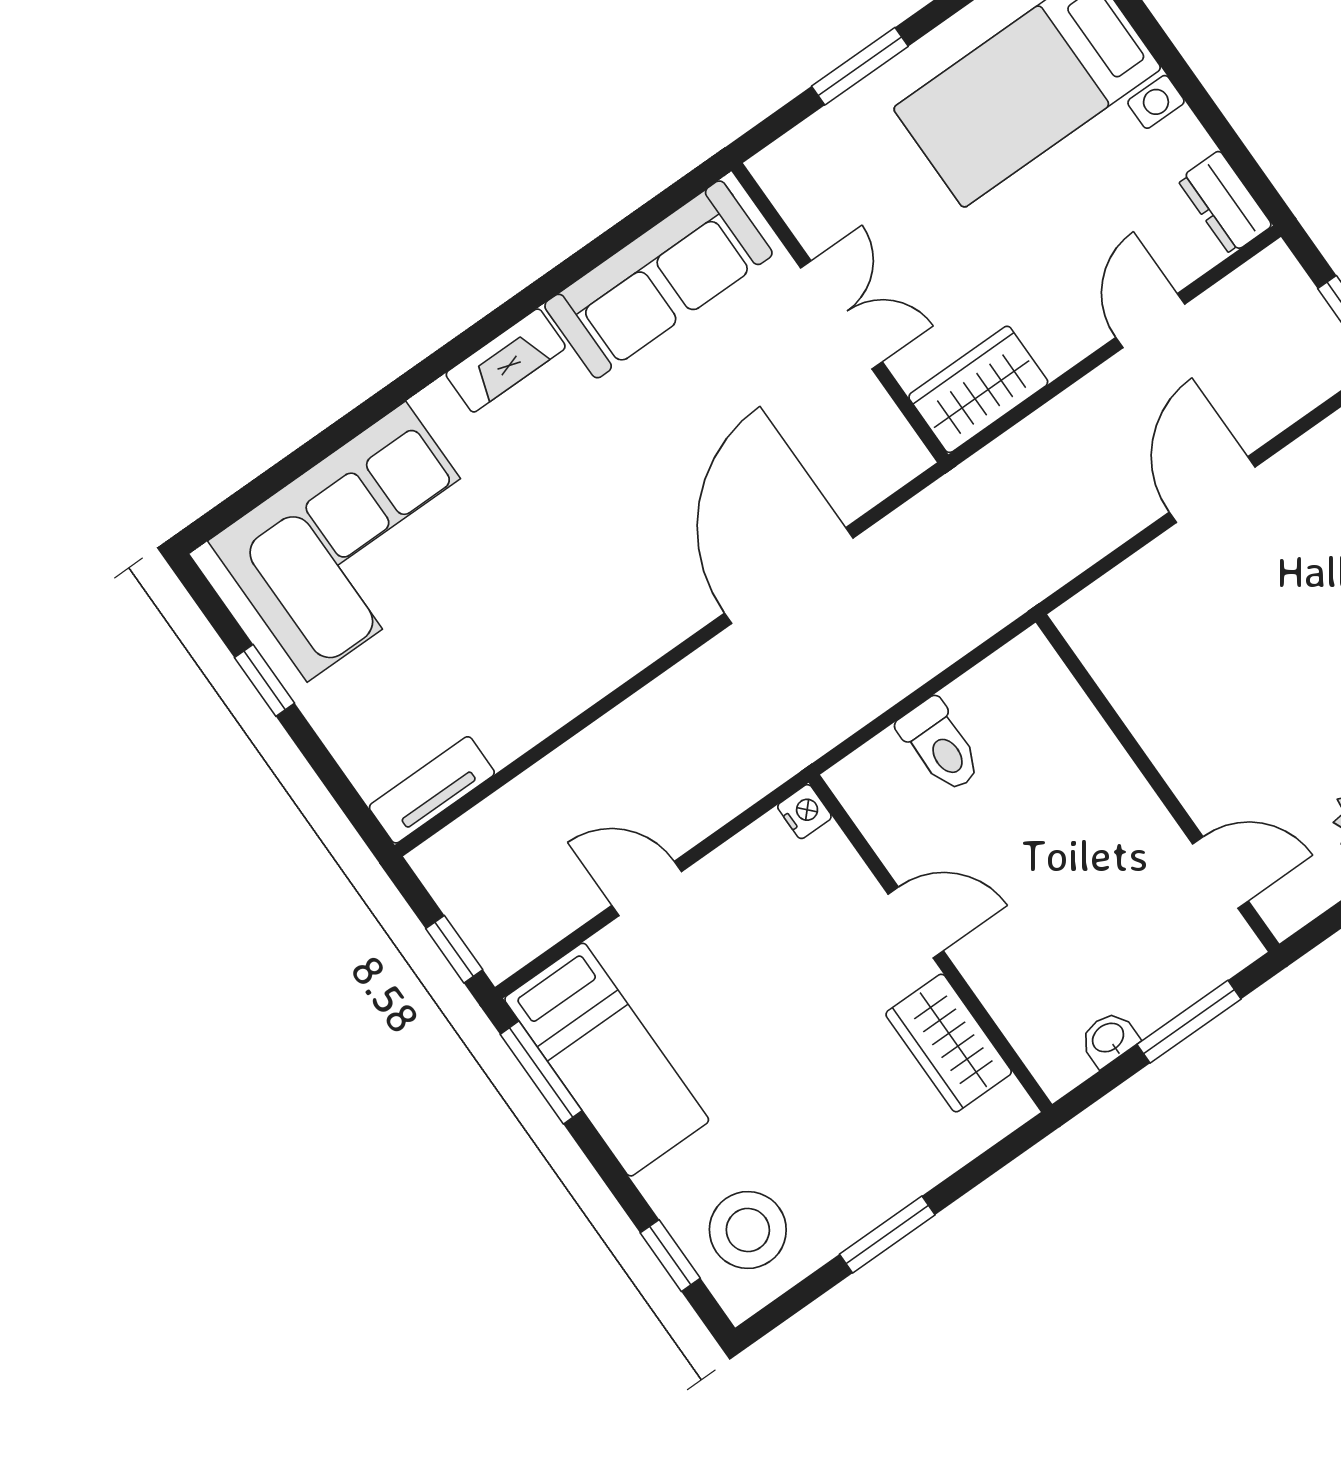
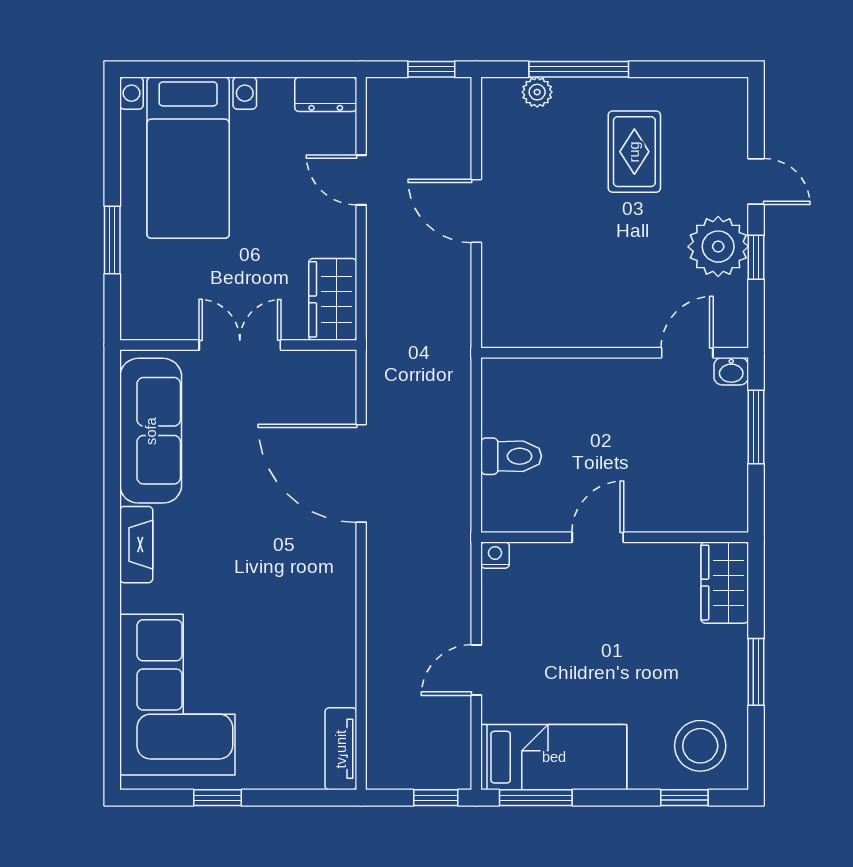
washbasin: (1109, 1039) -> (731, 371), moved, turned -90
wardrobe: (949, 1043) -> (725, 583), moved, turned 90

